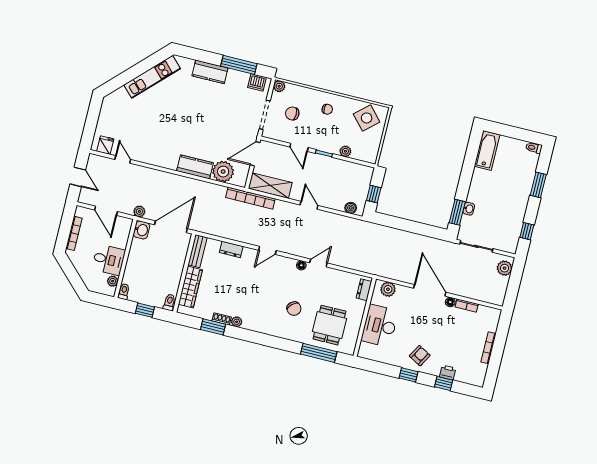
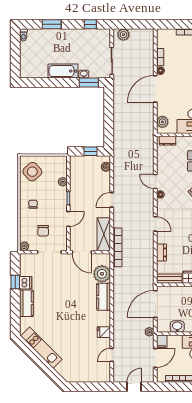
window: (239, 65) -> (15, 282), width x0.46
dishwasher: (257, 82) -> (26, 283), moved
fridge: (105, 145) -> (104, 332), moved
bathtub: (487, 150) -> (63, 71), moved
filing cabinet: (124, 223) -> (162, 342), added
door: (171, 227) -> (155, 304), hinge flipped
washbasin: (141, 230) -> (177, 327), moved

